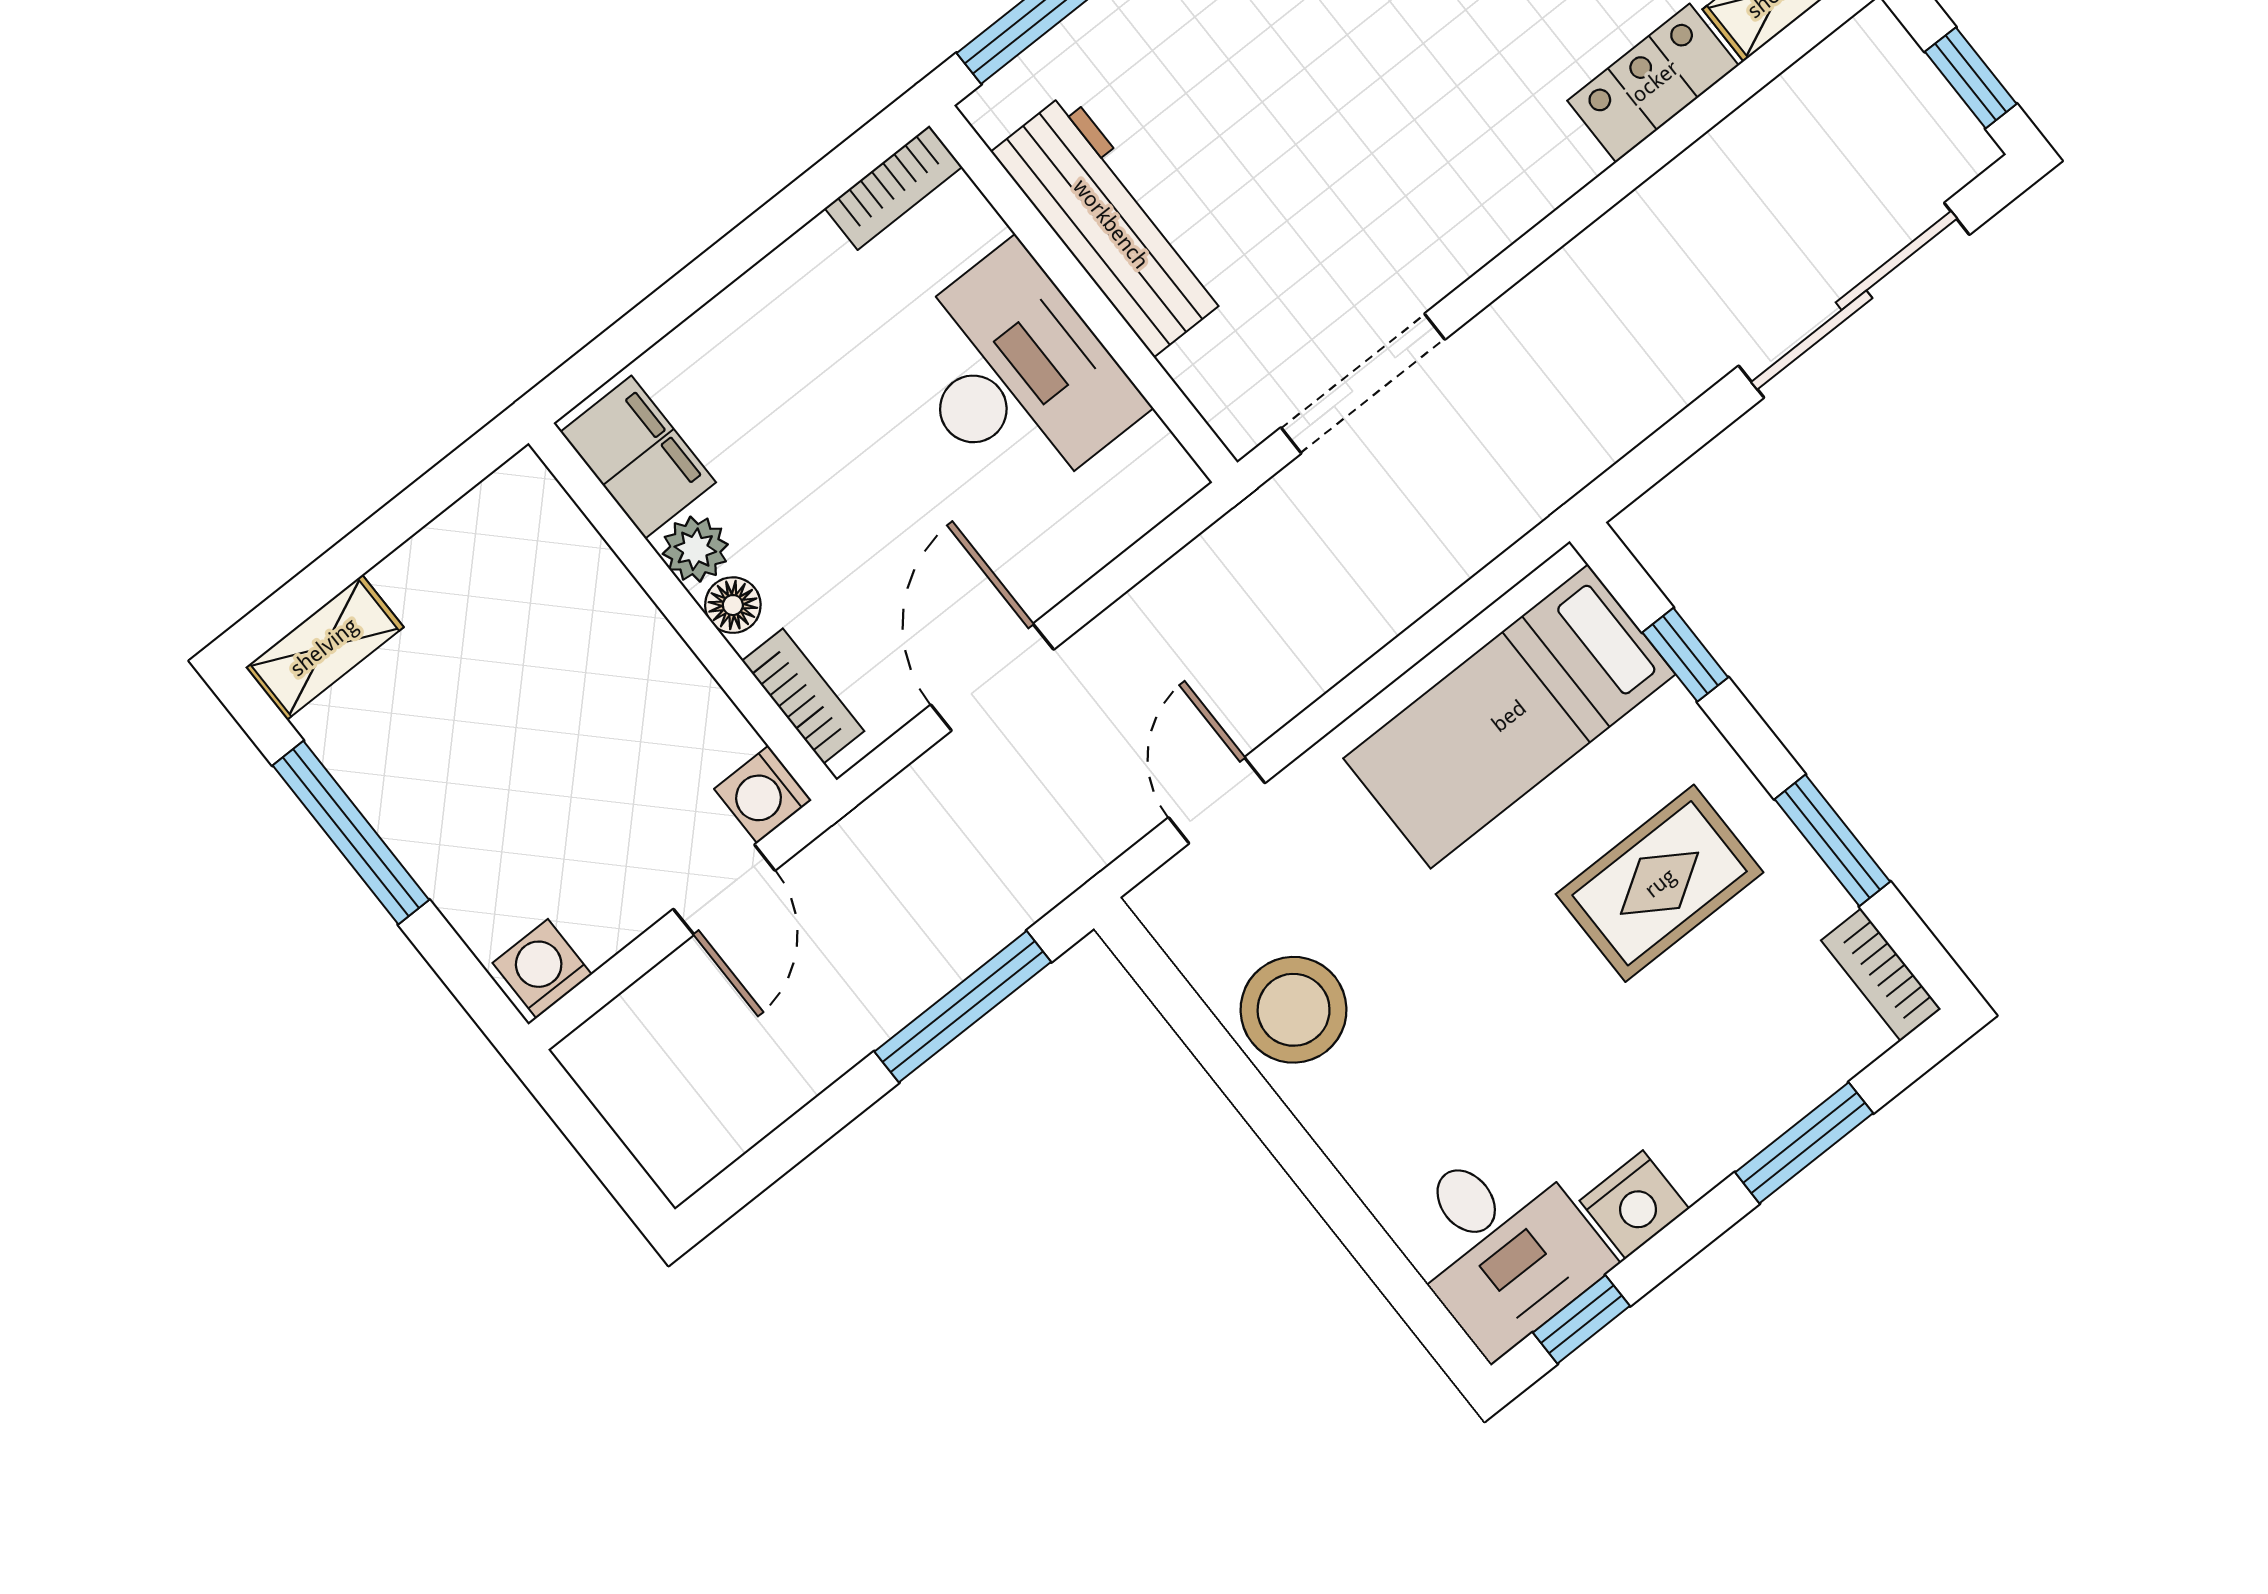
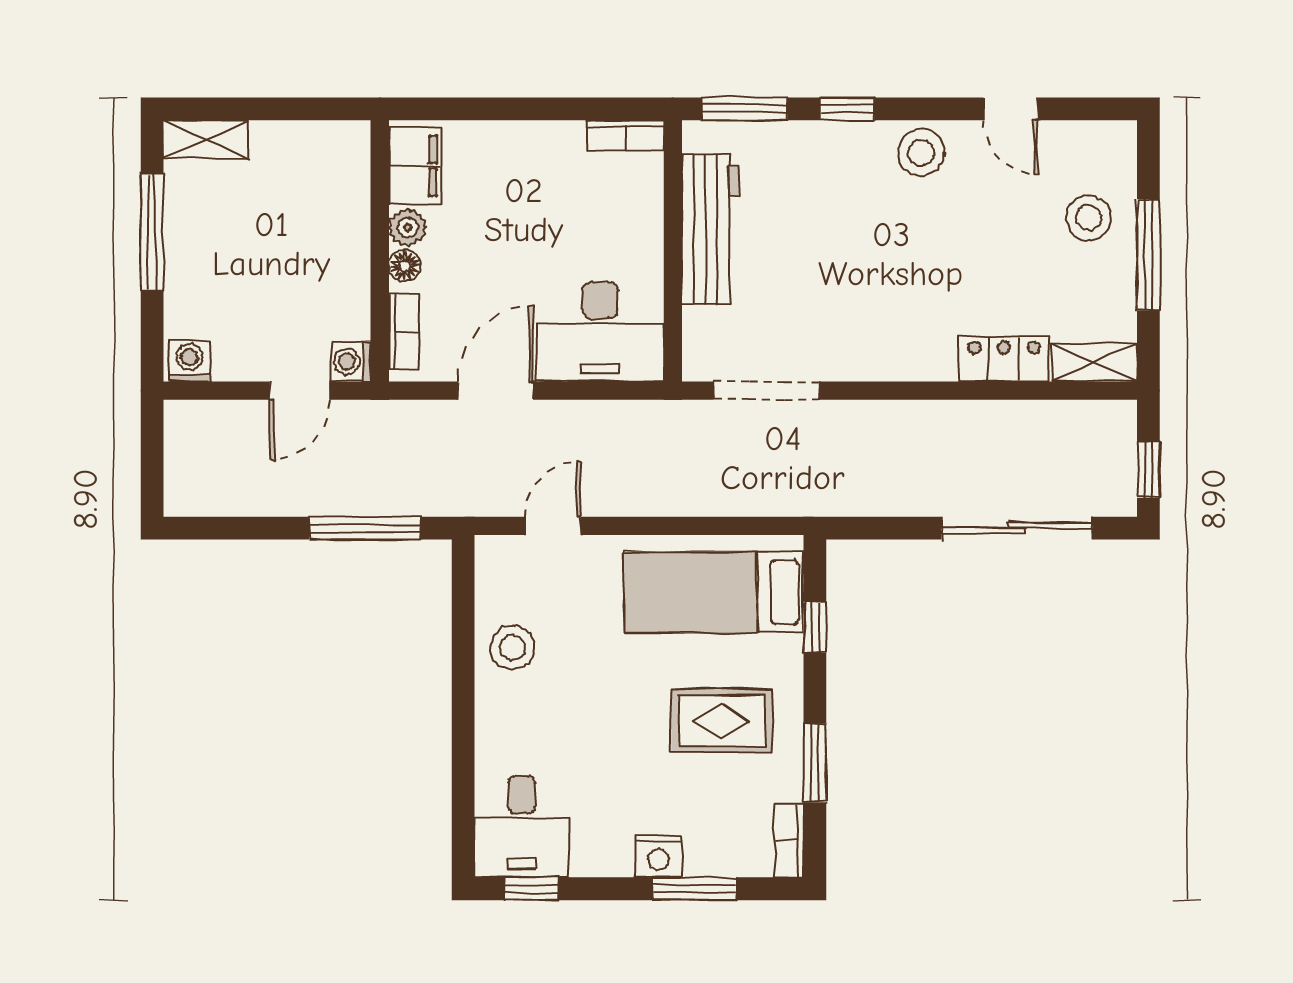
desk: (1016, 375) -> (600, 331), moved, turned 90
stool: (1294, 1010) -> (512, 647), width x0.73, depth x0.73
nightstand: (1634, 1205) -> (658, 856), moved

